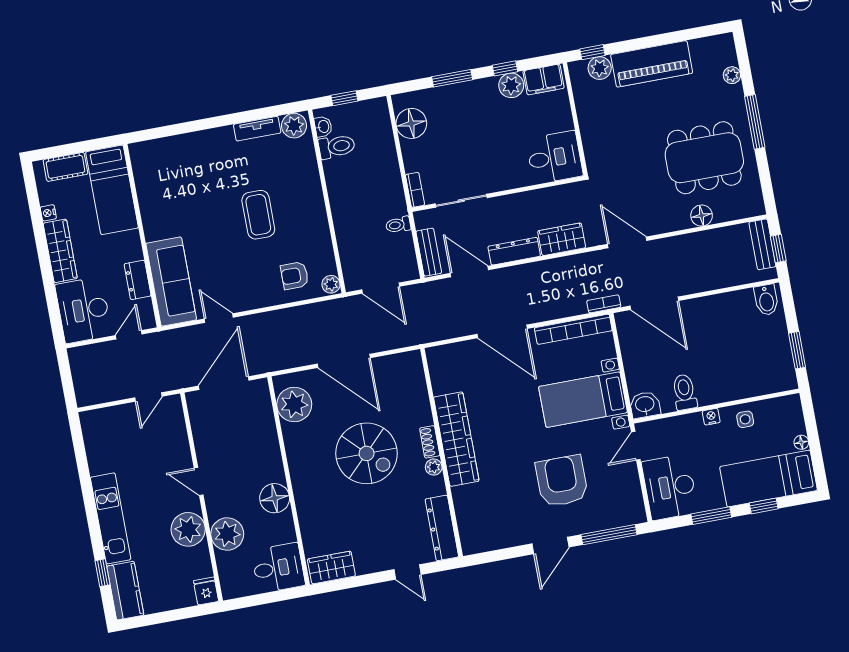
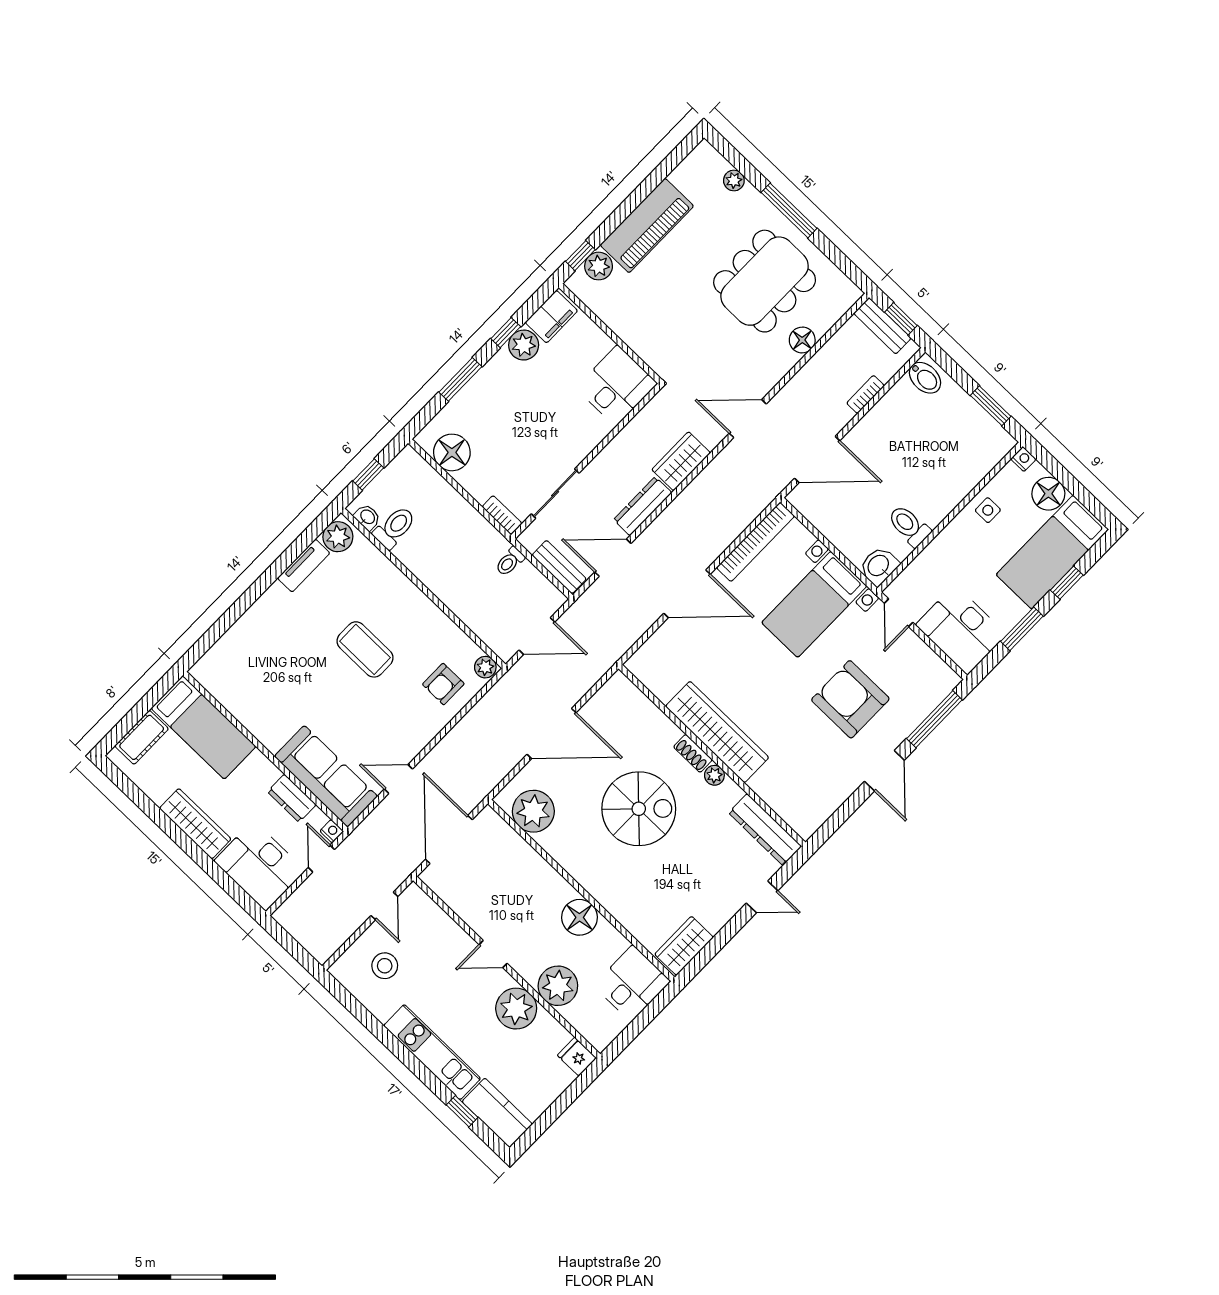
nightstand: (48, 213) -> (332, 831), moved, turned 180
bookcase: (604, 304) -> (866, 394), moved
nightstand: (711, 417) -> (1023, 459), moved, turned 90
stool: (120, 437) -> (385, 966), added
floor lamp: (801, 442) -> (1048, 494), width x1.89, depth x1.89

